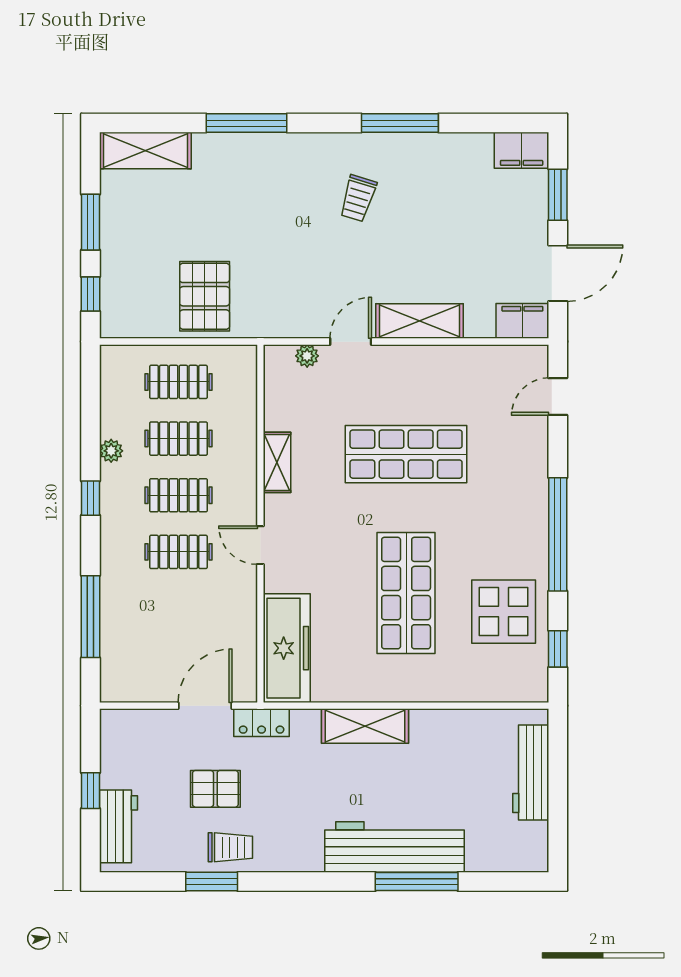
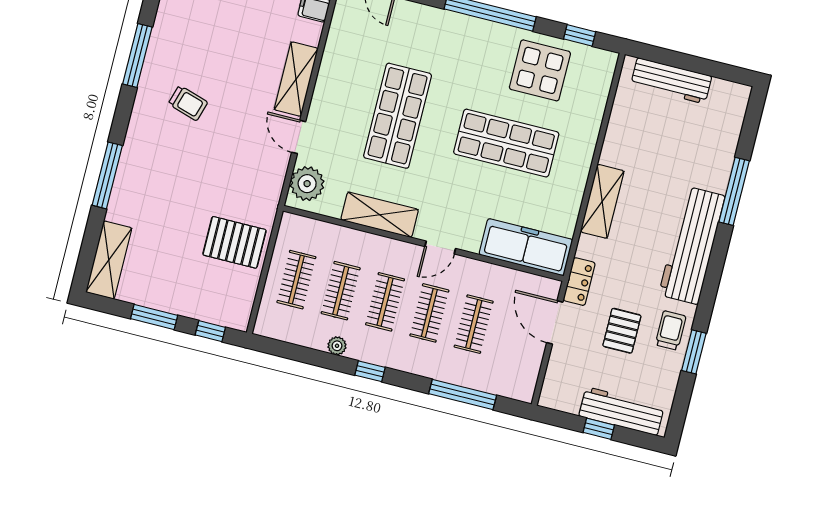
plant: (307, 356) -> (307, 184), width x1.87, depth x1.87
shelving: (277, 462) -> (380, 215), width x1.50, depth x1.33
clothes rail: (178, 609) -> (474, 324), added
workbench: (118, 826) -> (622, 411), width x1.38
workbench: (394, 847) -> (692, 245), moved

